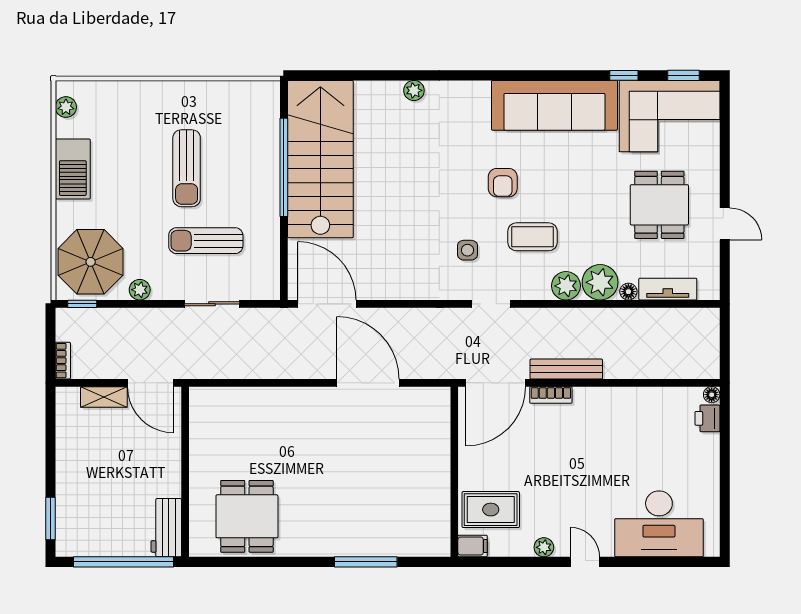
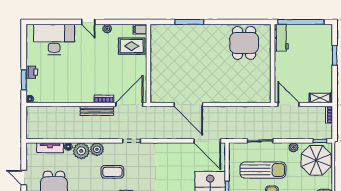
sun lounger: (206, 241) -> (263, 170), width x1.36, depth x1.34
side table: (467, 250) -> (142, 166), removed
shelving: (104, 397) -> (320, 98), moved
printer: (707, 418) -> (32, 72), moved
window: (725, 436) -> (24, 80), added
window: (50, 519) -> (335, 55), moved

